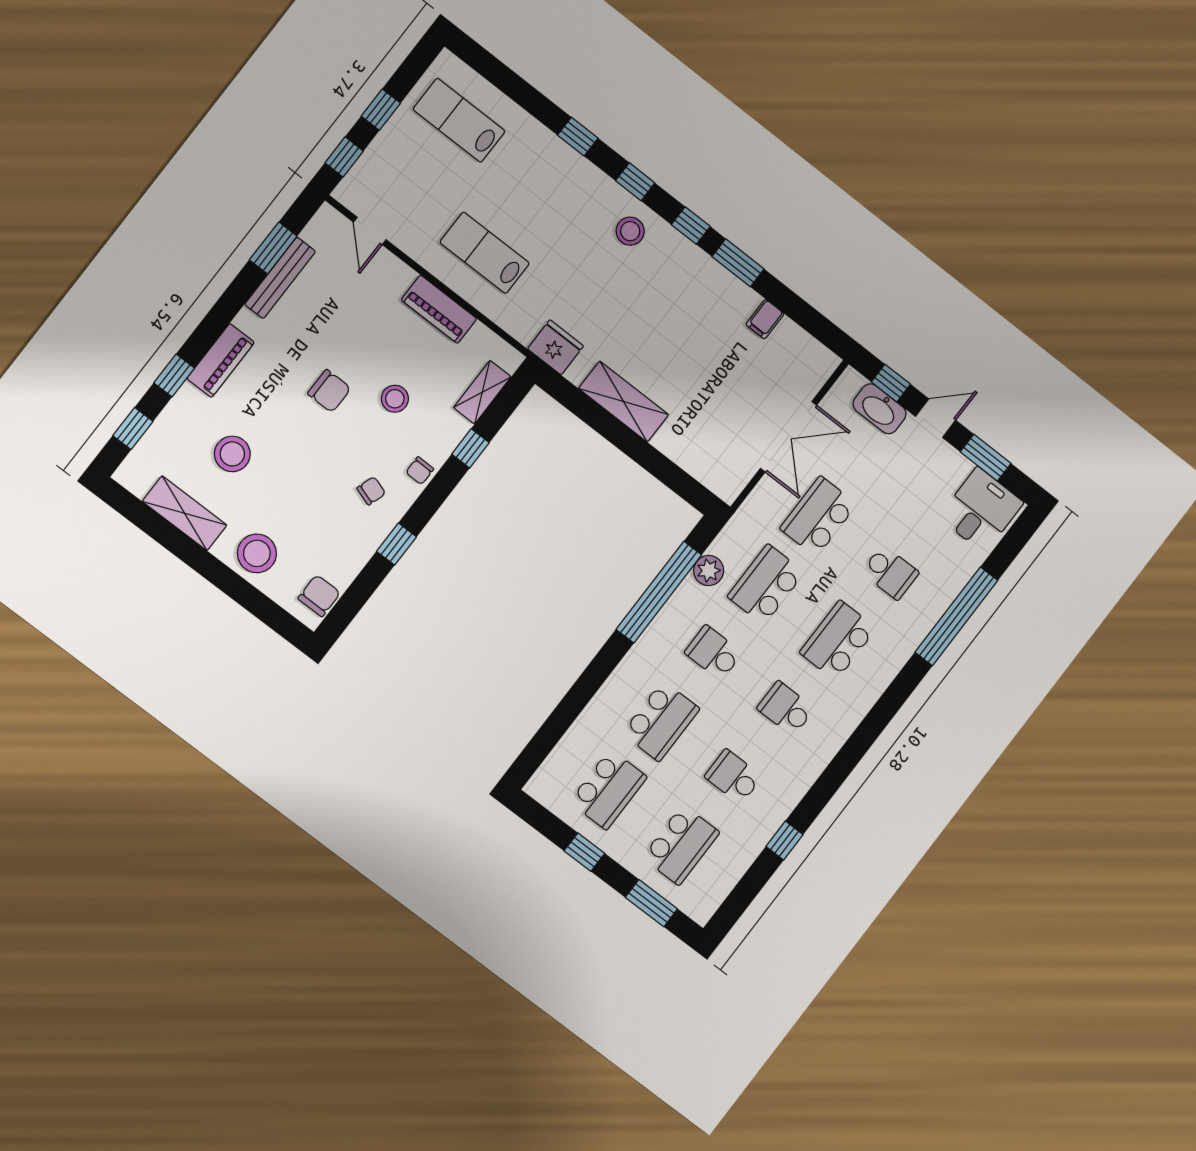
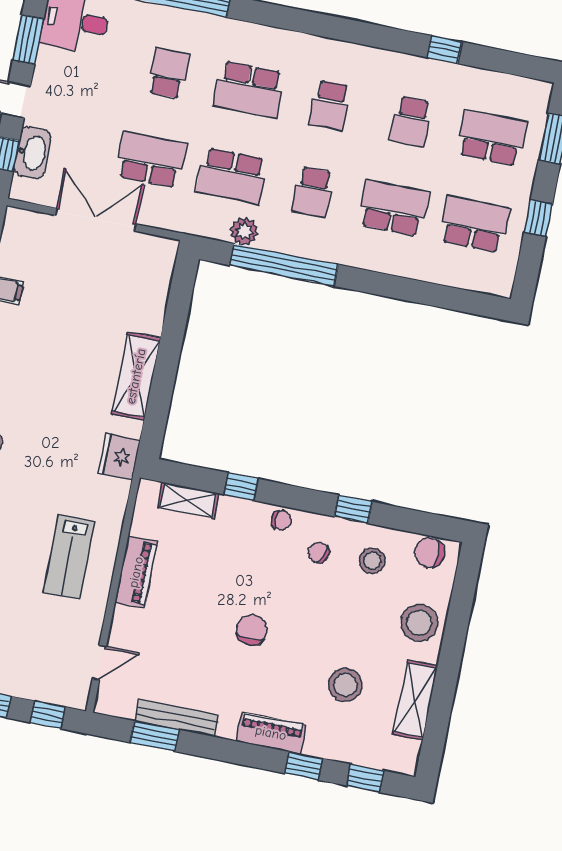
stool: (395, 399) -> (372, 561), moved
school desk: (818, 516) -> (151, 160), turned 180

